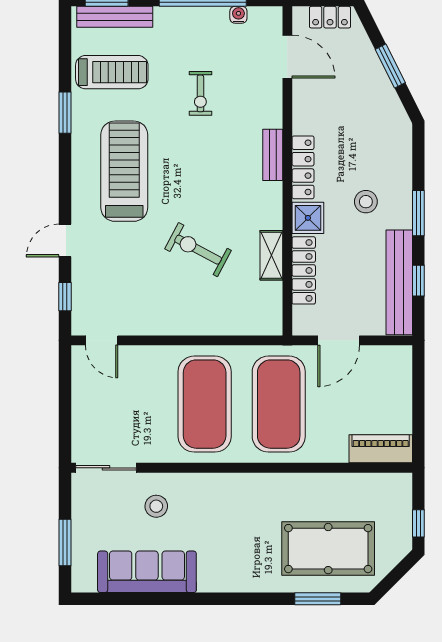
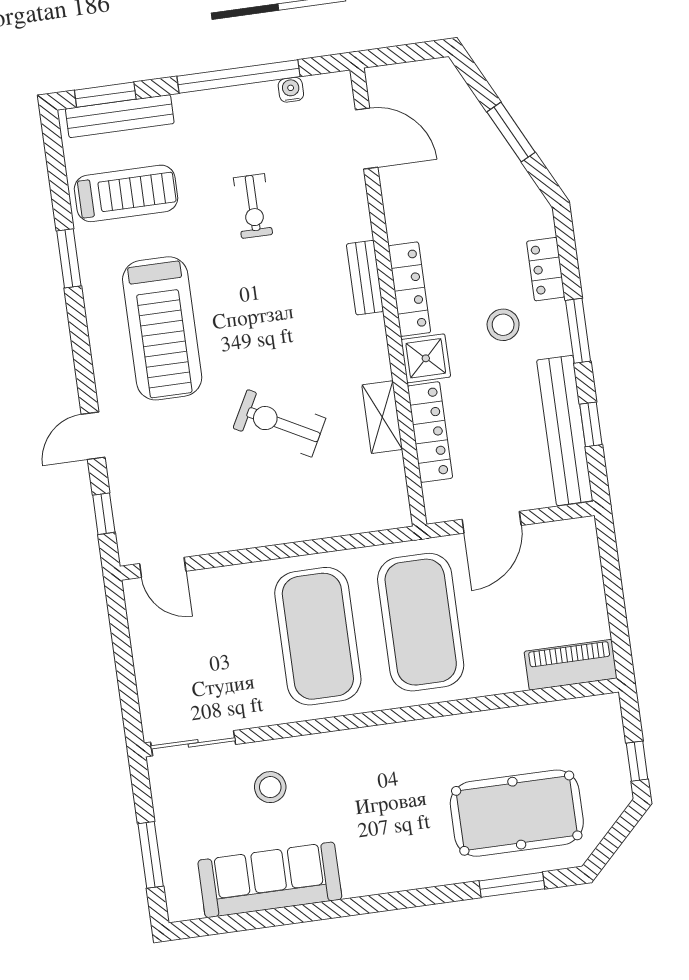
locker: (330, 17) -> (546, 269), moved, turned 90
treadmill: (124, 171) -> (162, 328), turned 180

